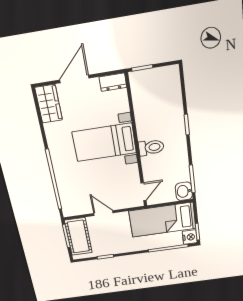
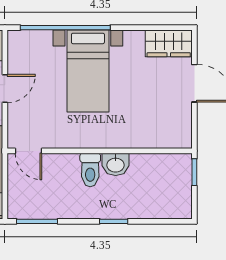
dresser: (113, 82) -> (183, 132), removed
bed with nightstands: (104, 142) -> (88, 71), moved, turned 180
washbasin: (184, 191) -> (116, 164), moved, turned 180

